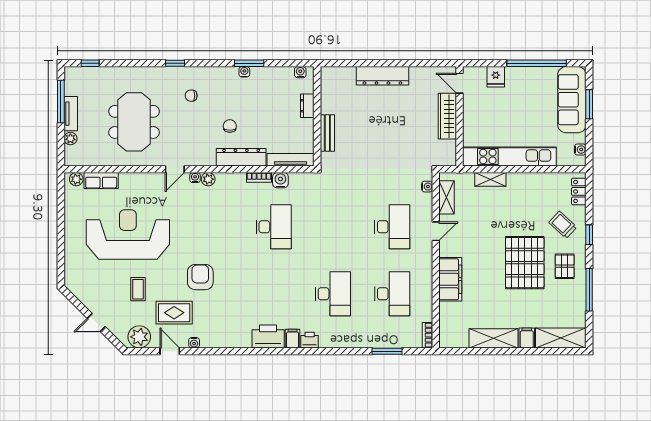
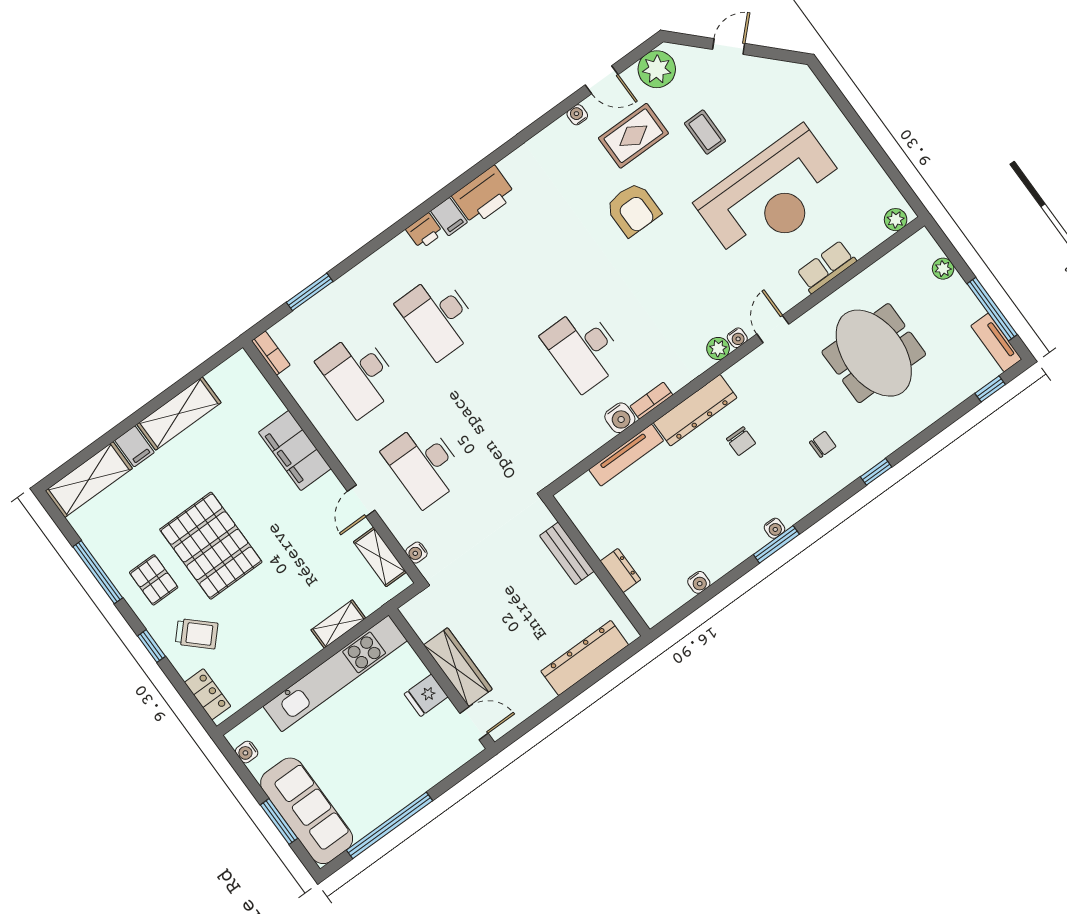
fridge: (496, 77) -> (426, 695), moved, turned -90
dresser: (307, 106) -> (620, 570), moved
tv unit: (71, 114) -> (996, 342), moved
wall: (317, 116) -> (597, 566), moved
bench: (327, 133) -> (567, 553), moved
row of seats: (101, 181) -> (826, 267), moved

